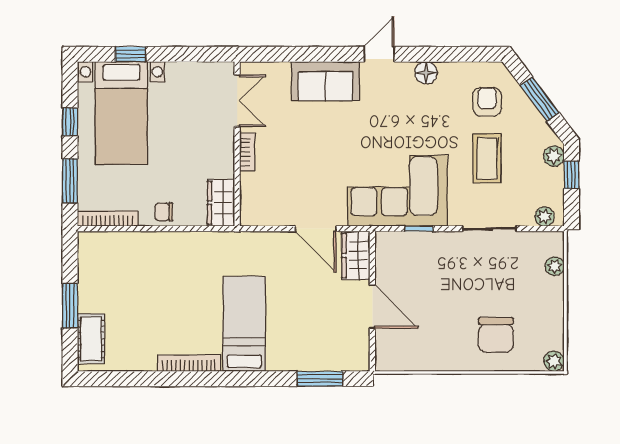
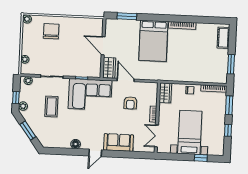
armchair: (487, 102) -> (130, 103), moved
bed with nightstands: (121, 113) -> (190, 132), moved
window: (70, 306) -> (231, 64), moved
bed: (244, 324) -> (153, 41), width x1.50

